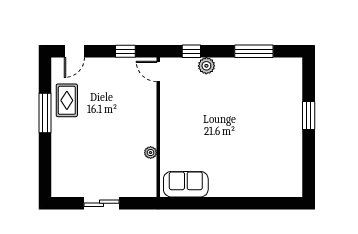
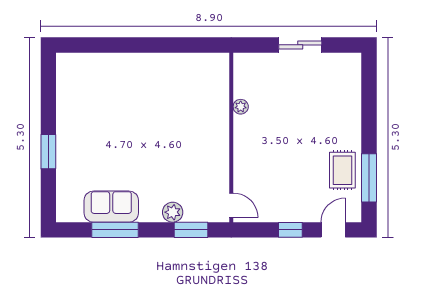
window: (125, 51) -> (290, 230), moved
window: (191, 51) -> (191, 230), width x1.50
window: (45, 113) -> (369, 178), moved
sofa: (186, 184) -> (111, 207), moved, turned 180

